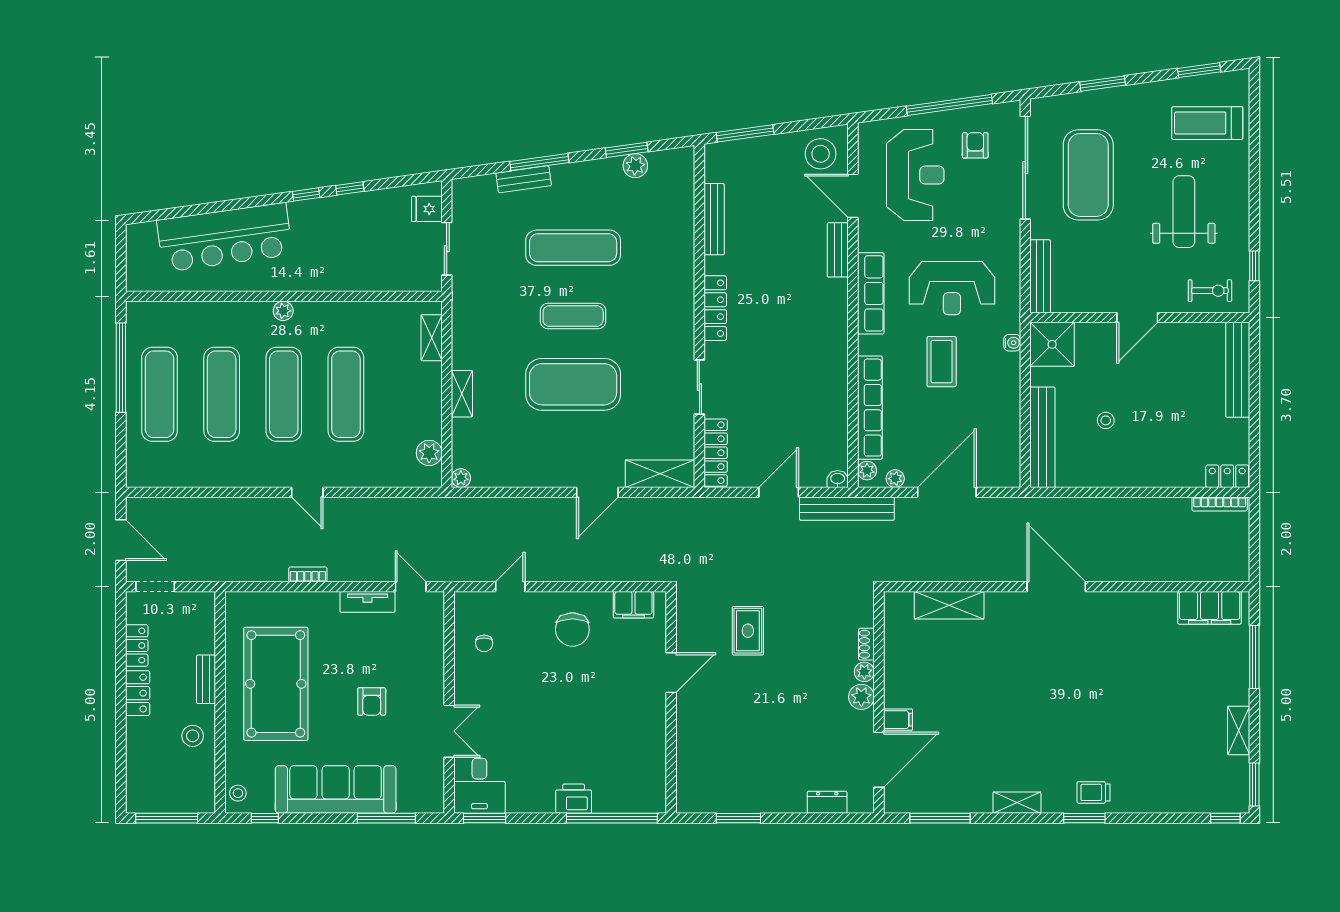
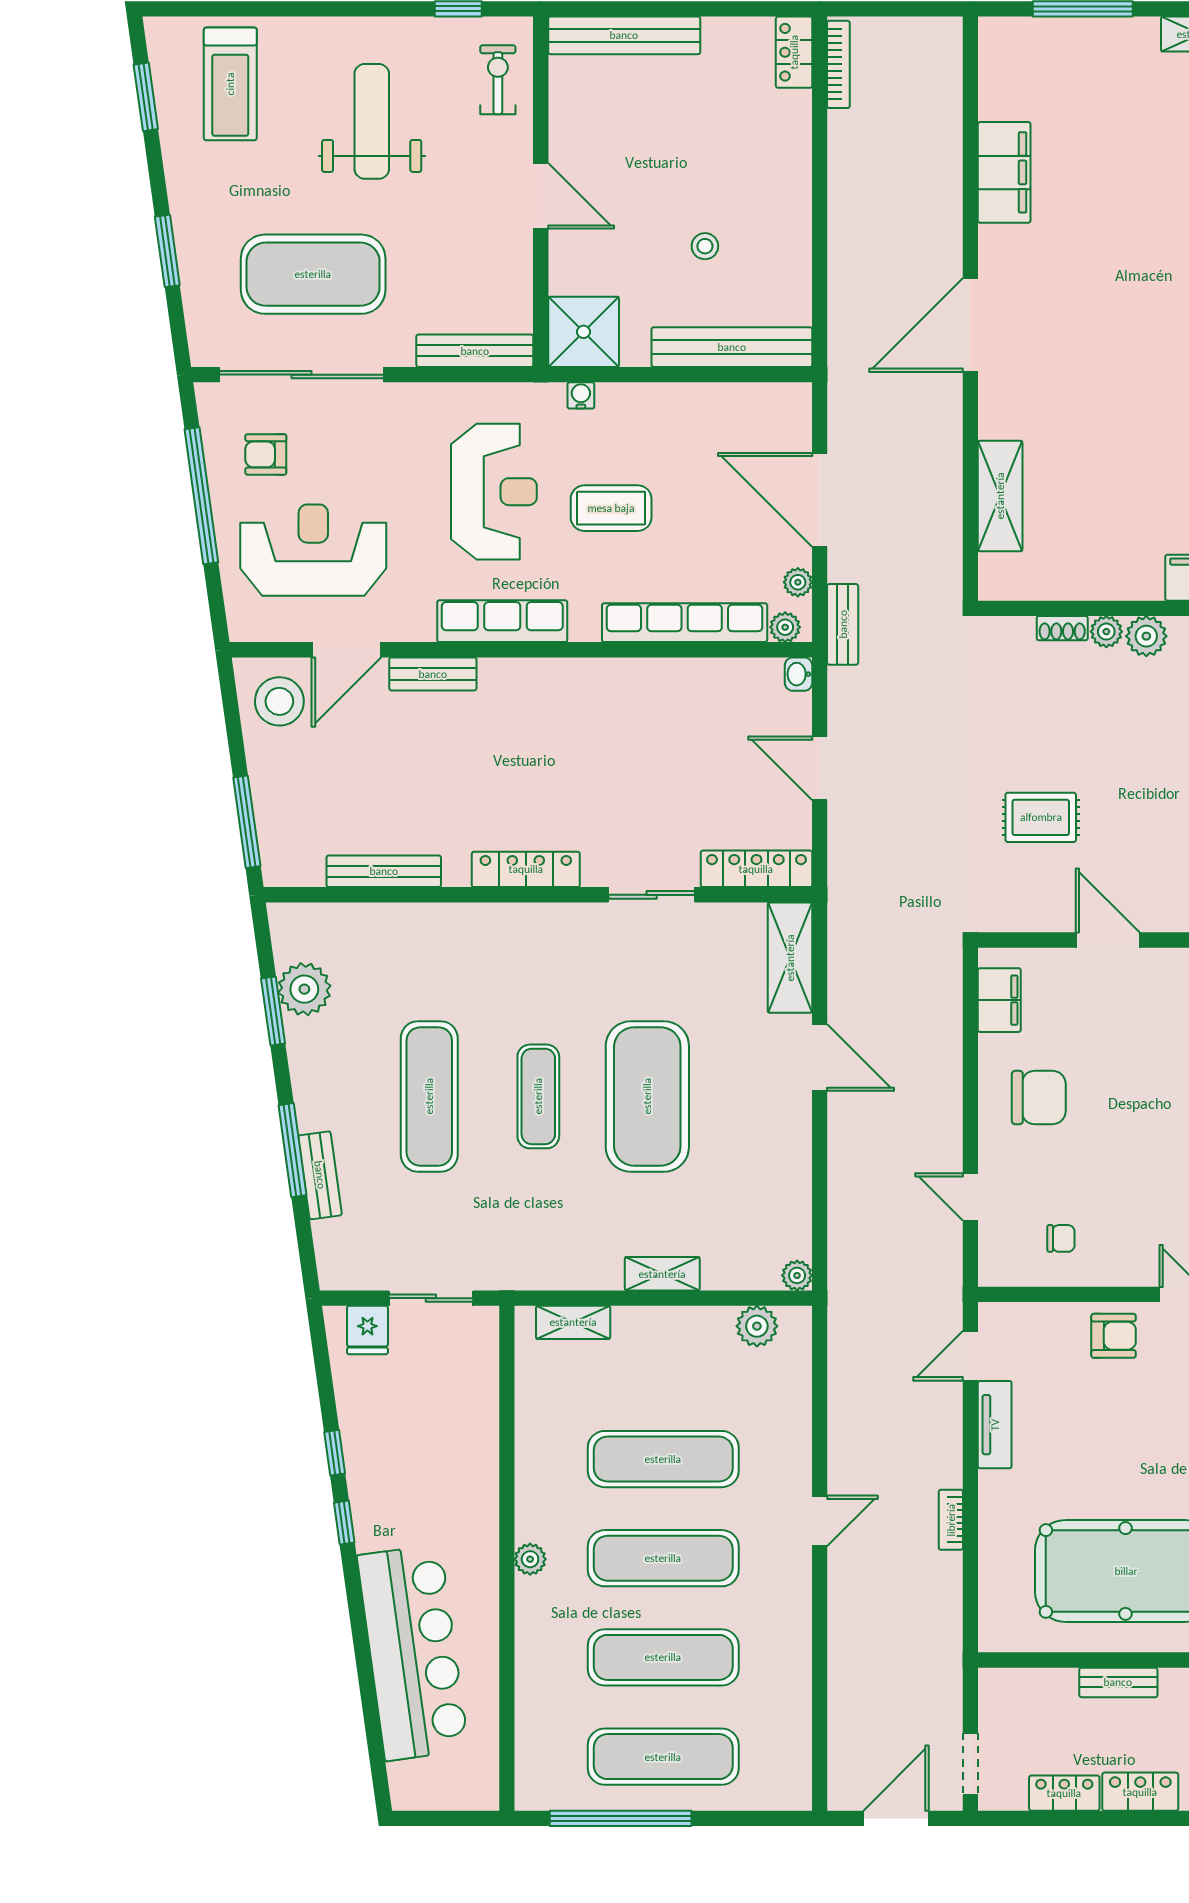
plant: (635, 166) -> (304, 989), width x1.36, depth x1.36
weight bench: (1184, 212) -> (372, 121), turned 90
bench: (847, 509) -> (843, 624), width x0.54, depth x0.82
filing cabinet: (1210, 608) -> (1004, 172), moved
armchair: (372, 701) -> (1114, 1336), moved

